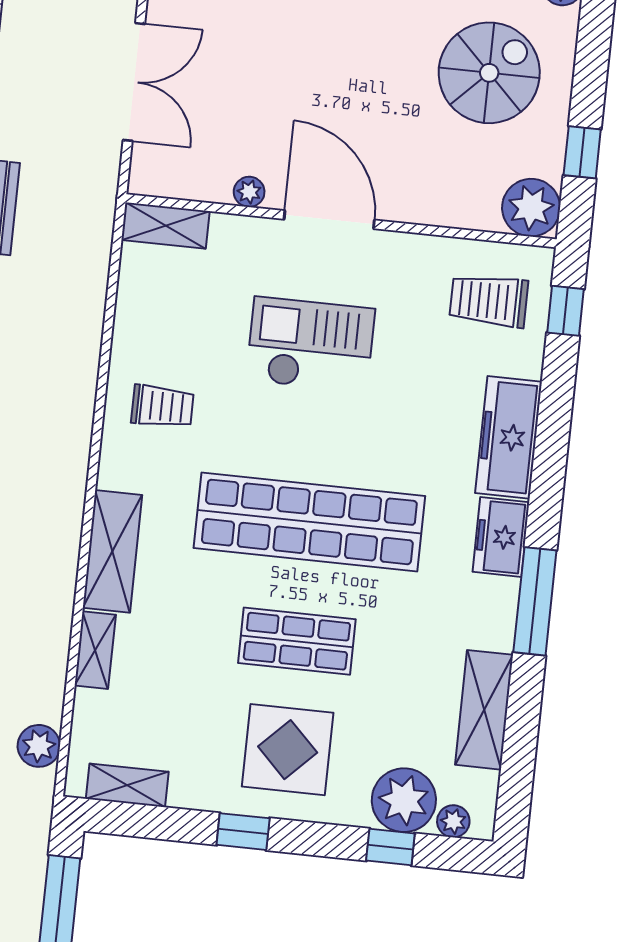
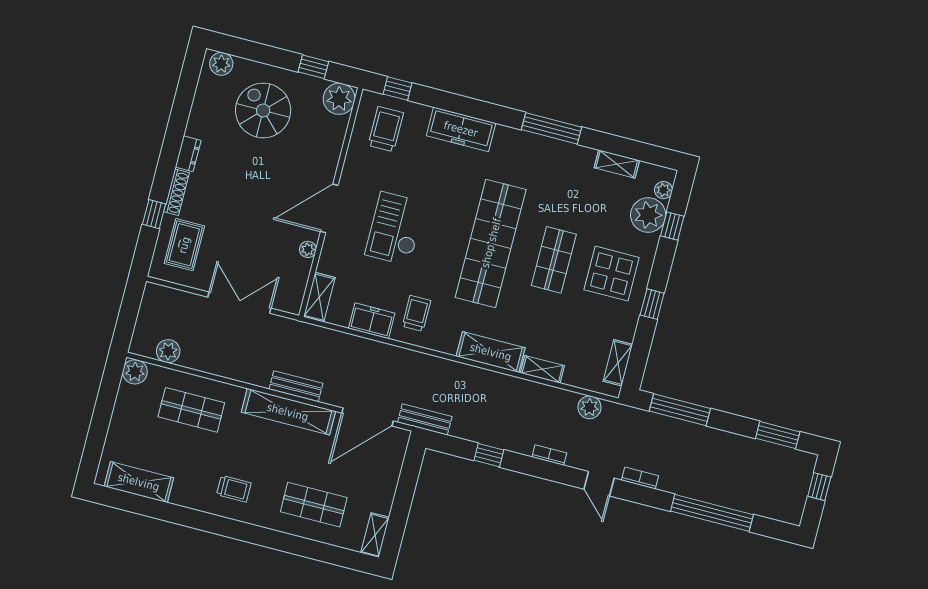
trolley: (489, 301) -> (386, 129), turned 180
freezer: (501, 537) -> (372, 321), moved, turned 180
shelving: (484, 710) -> (617, 164), width x0.67, depth x0.75

